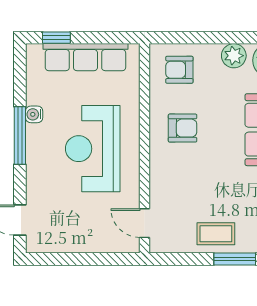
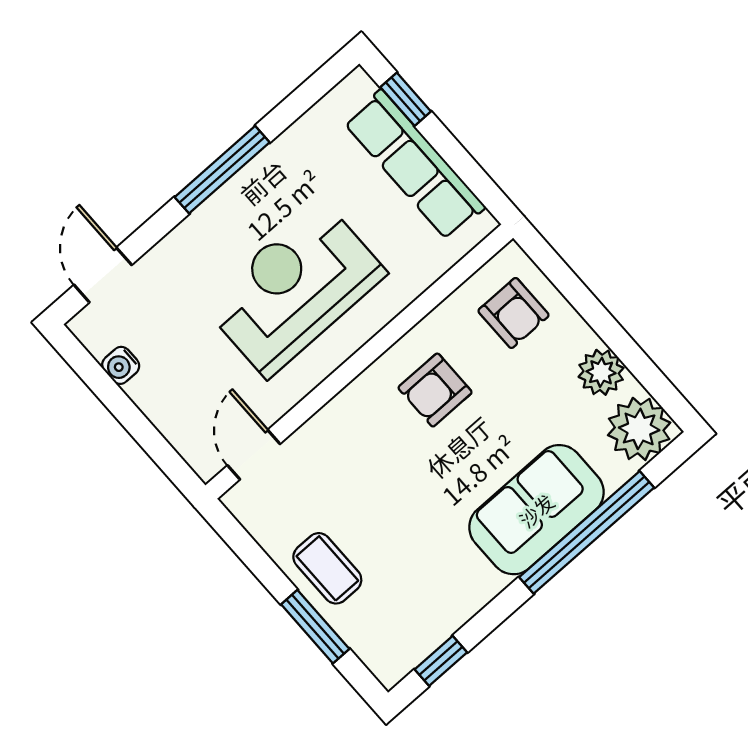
armchair: (179, 70) -> (513, 313), turned 180
water cooler: (34, 114) -> (121, 365), moved, turned -90
armchair: (183, 128) -> (435, 390), turned 90

